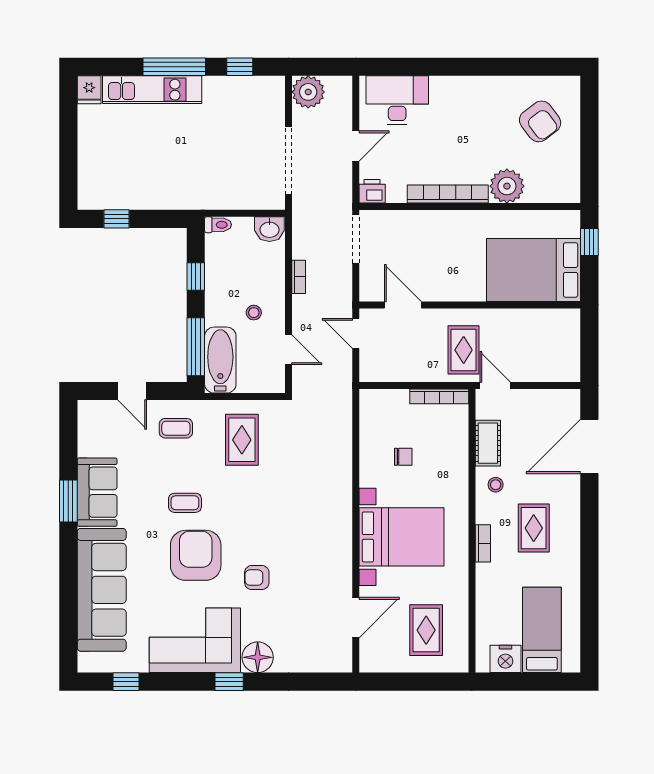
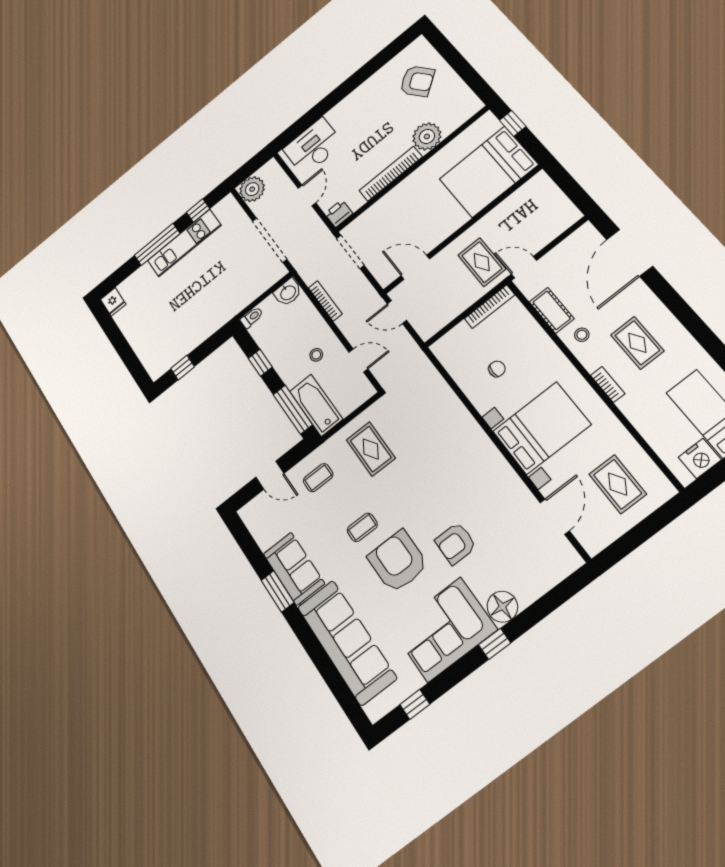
kitchen unit: (152, 90) -> (184, 243), moved
bookcase: (299, 277) -> (325, 301), width x1.56
armchair: (257, 578) -> (456, 543), width x1.38, depth x1.38

